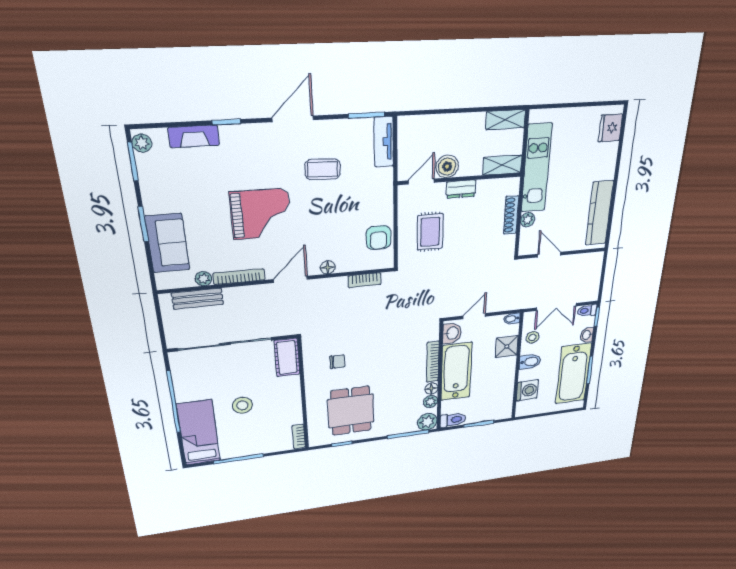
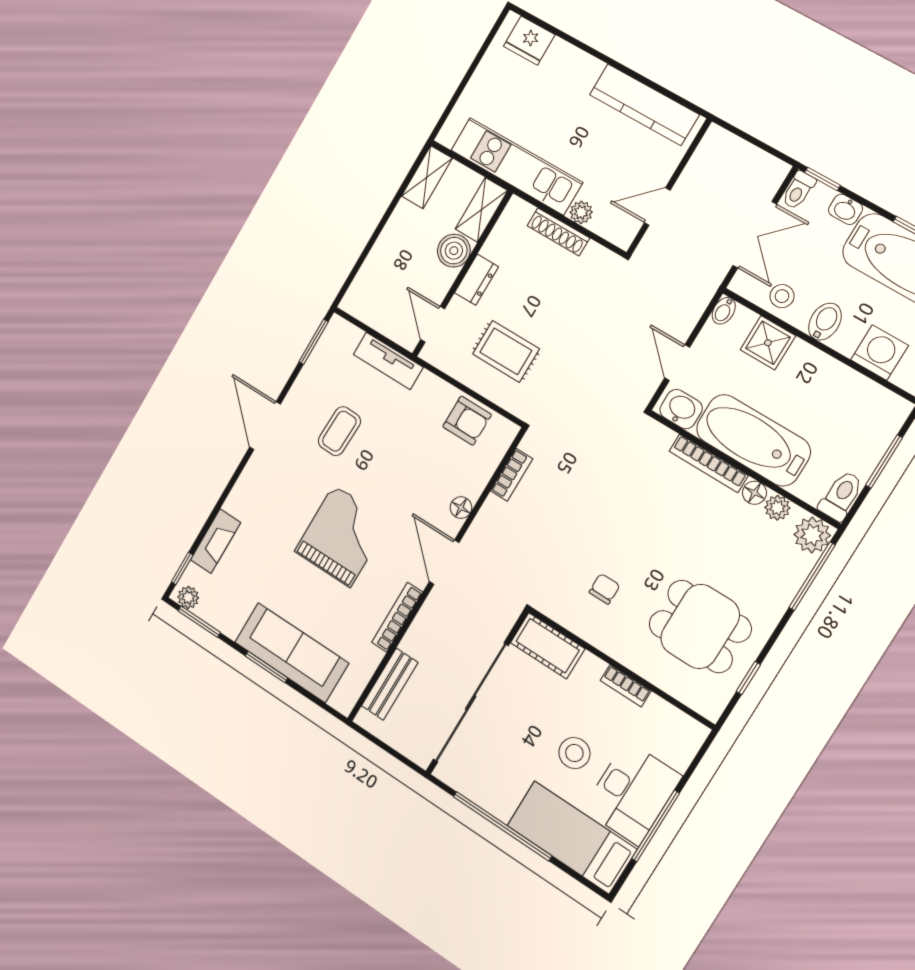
window: (226, 122) -> (182, 568), moved
tv unit: (384, 142) -> (388, 361), moved
boiler: (447, 167) -> (454, 251), moved
sofa: (168, 243) -> (292, 653), width x1.36
plant: (204, 279) -> (371, 658), removed
bookcase: (299, 436) -> (626, 686), moved
desk: (246, 440) -> (632, 793), added

